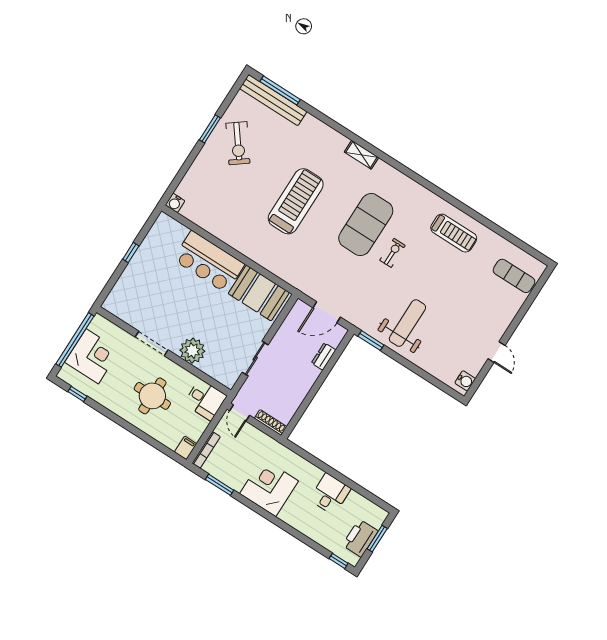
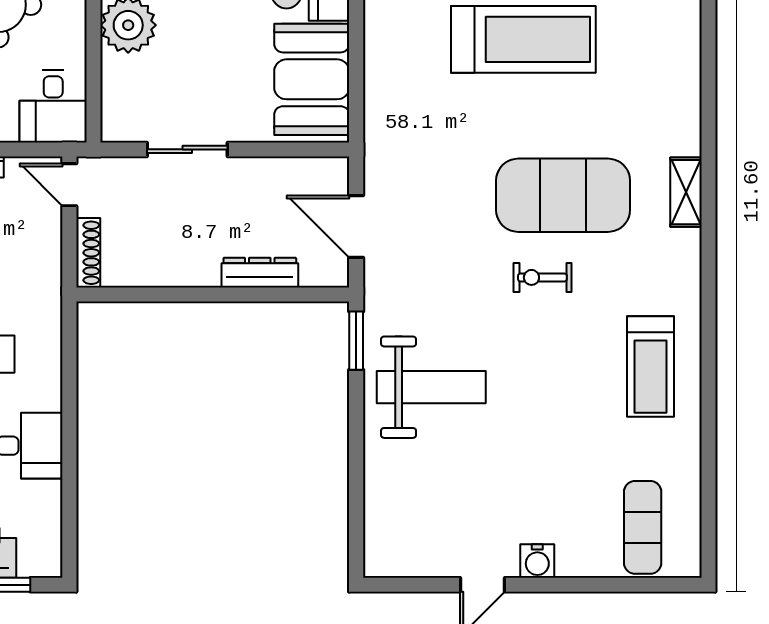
shelving: (361, 155) -> (686, 192), moved
exercise bike: (393, 253) -> (542, 277), turned 180
dresser: (324, 356) -> (260, 273), width x1.44
water cooler: (465, 381) -> (537, 561), moved
door: (240, 413) -> (69, 185), hinge flipped

